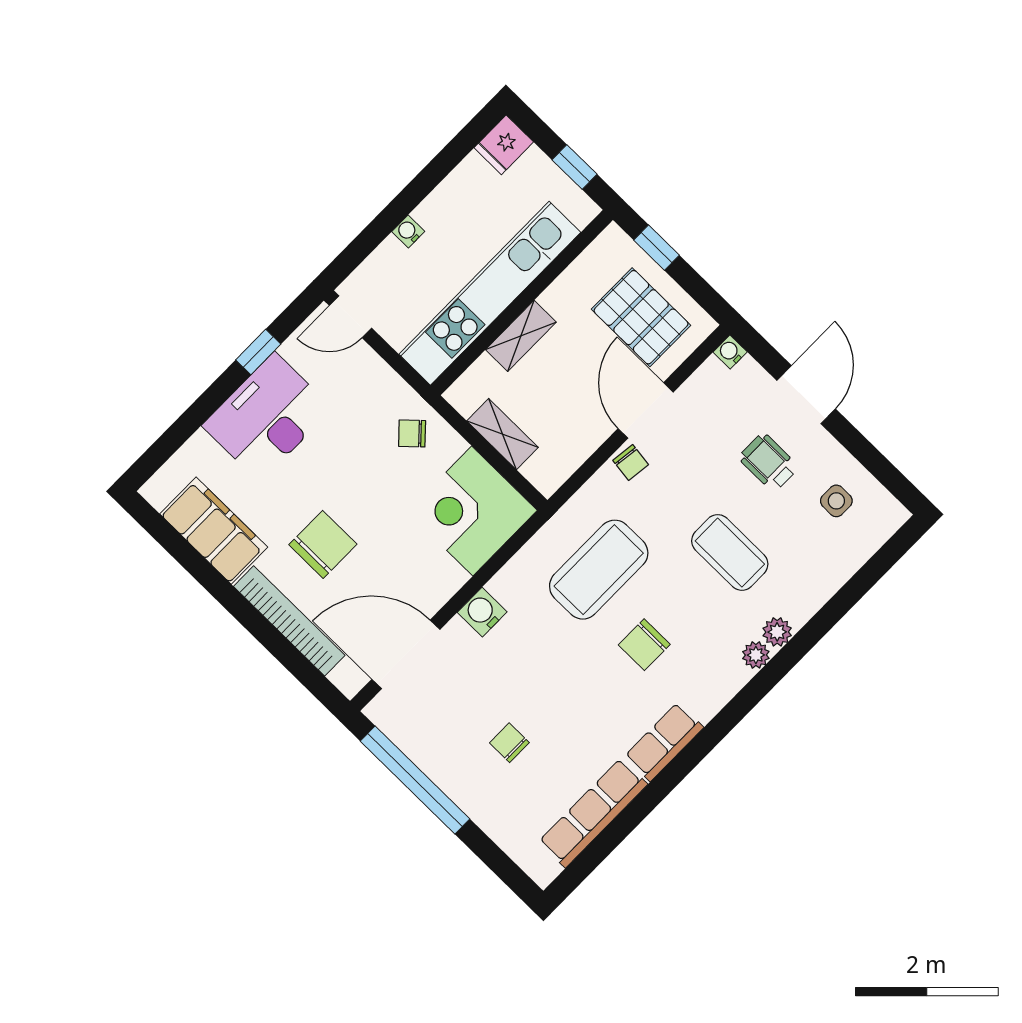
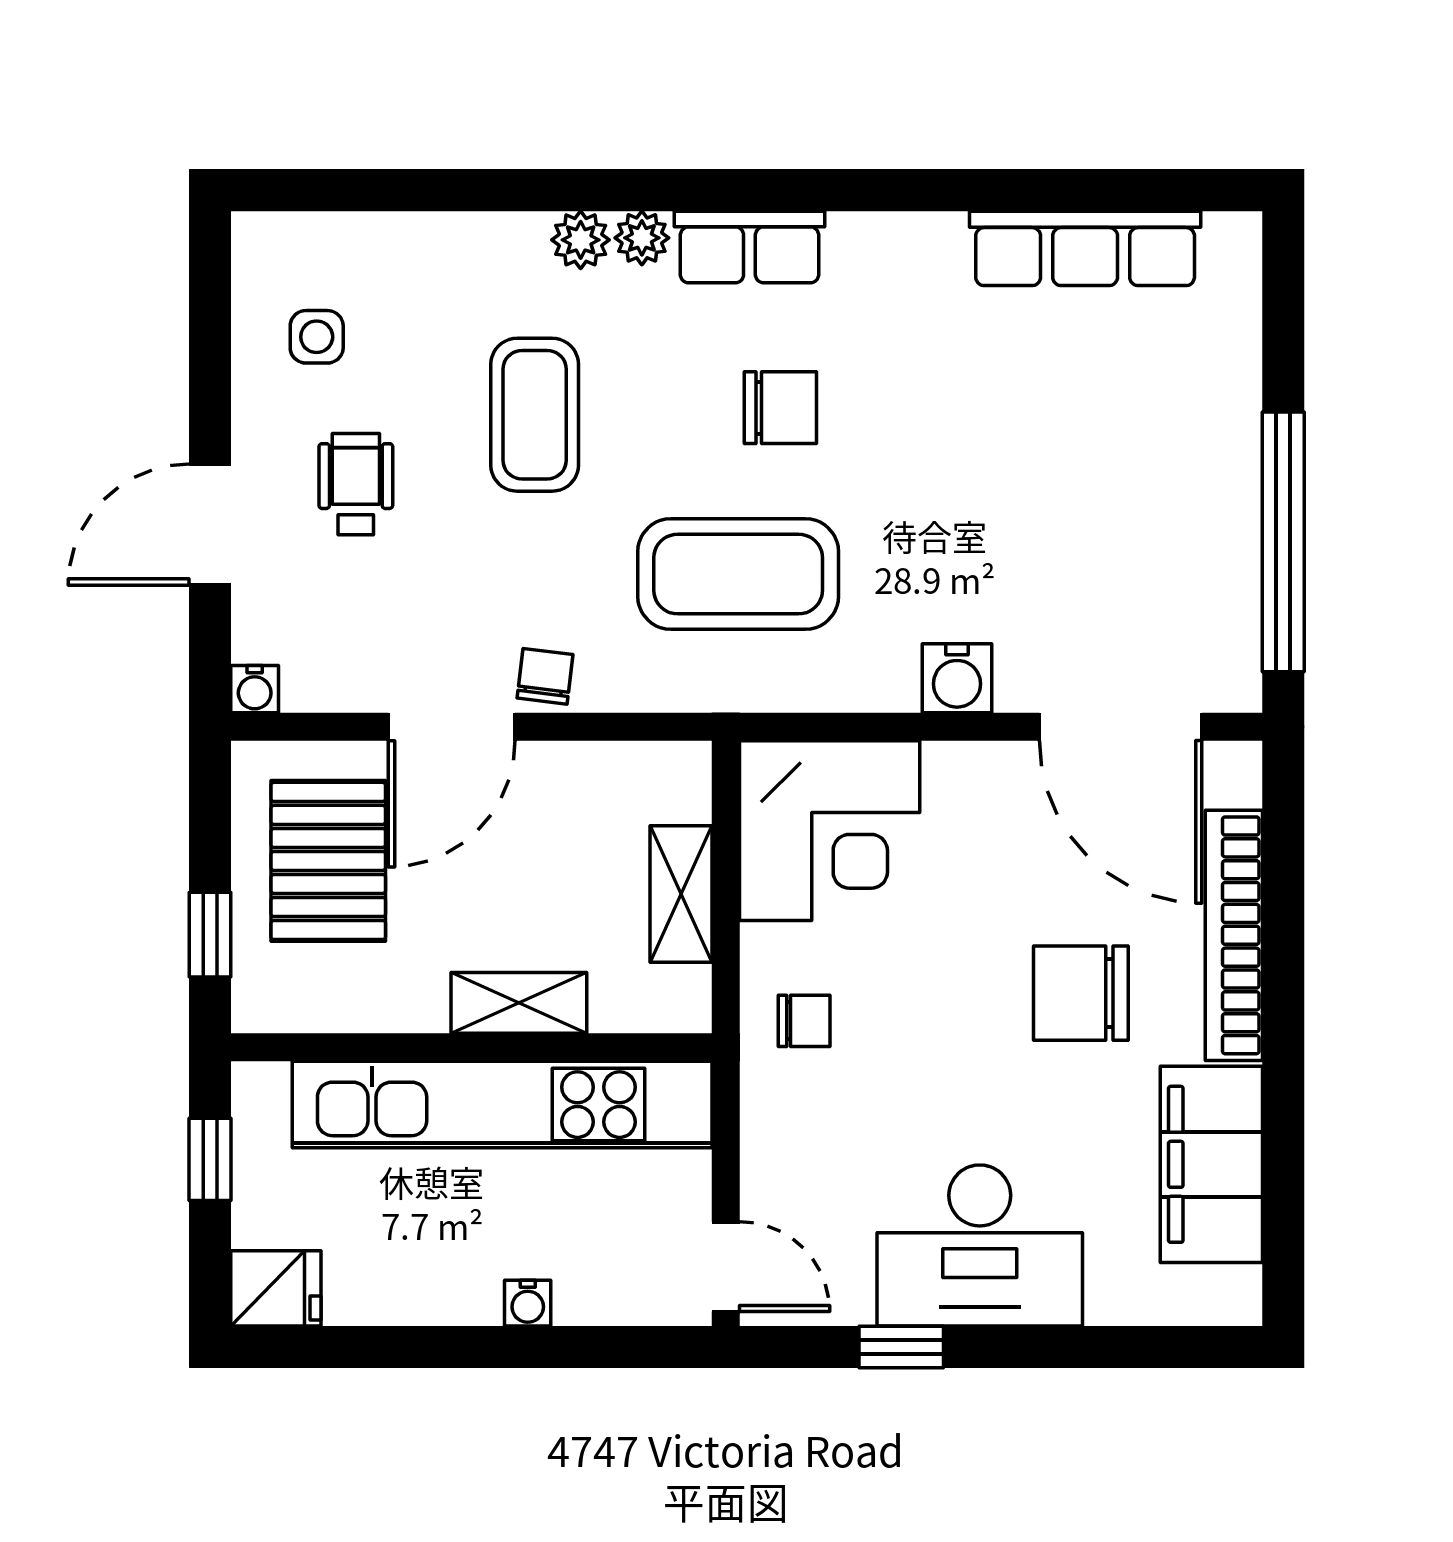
chair: (412, 433) -> (804, 1021), turned -47
wheelchair: (769, 462) -> (356, 484), turned 180
row of seats: (664, 742) -> (749, 247), moved
chair: (509, 743) -> (1102, 461), removed

